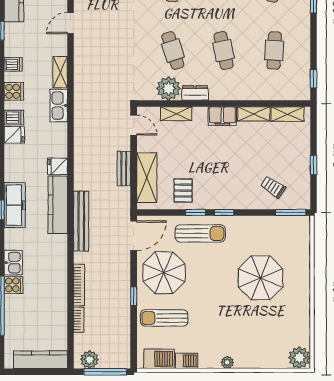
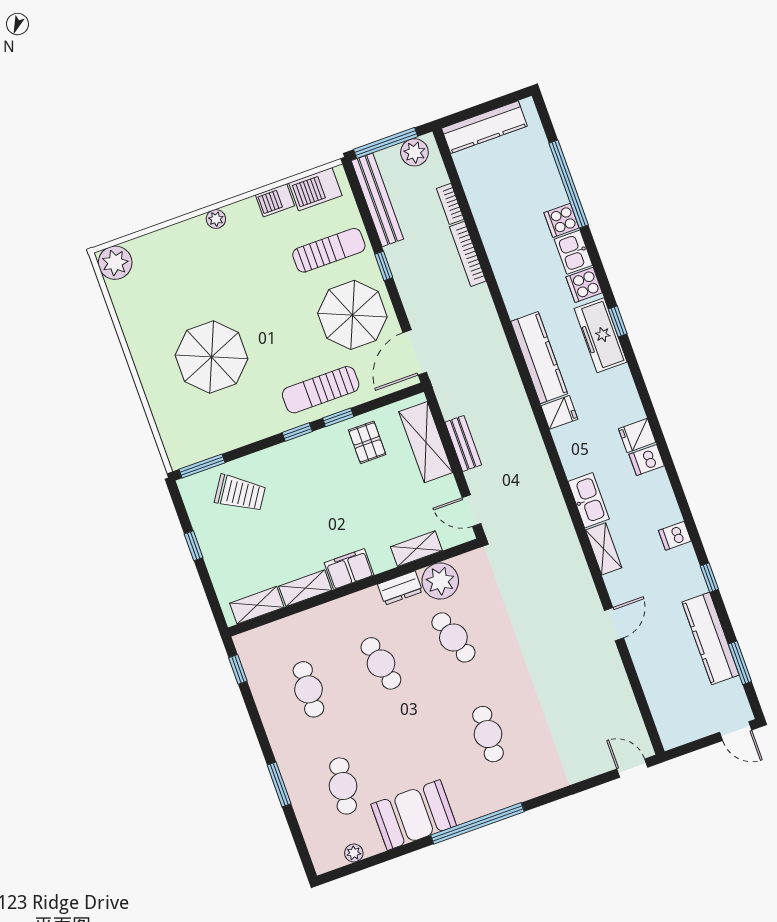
cooker: (14, 91) -> (584, 285), moved
trolley: (273, 187) -> (240, 493), width x1.36, depth x1.39
bench: (81, 221) -> (377, 200), moved

